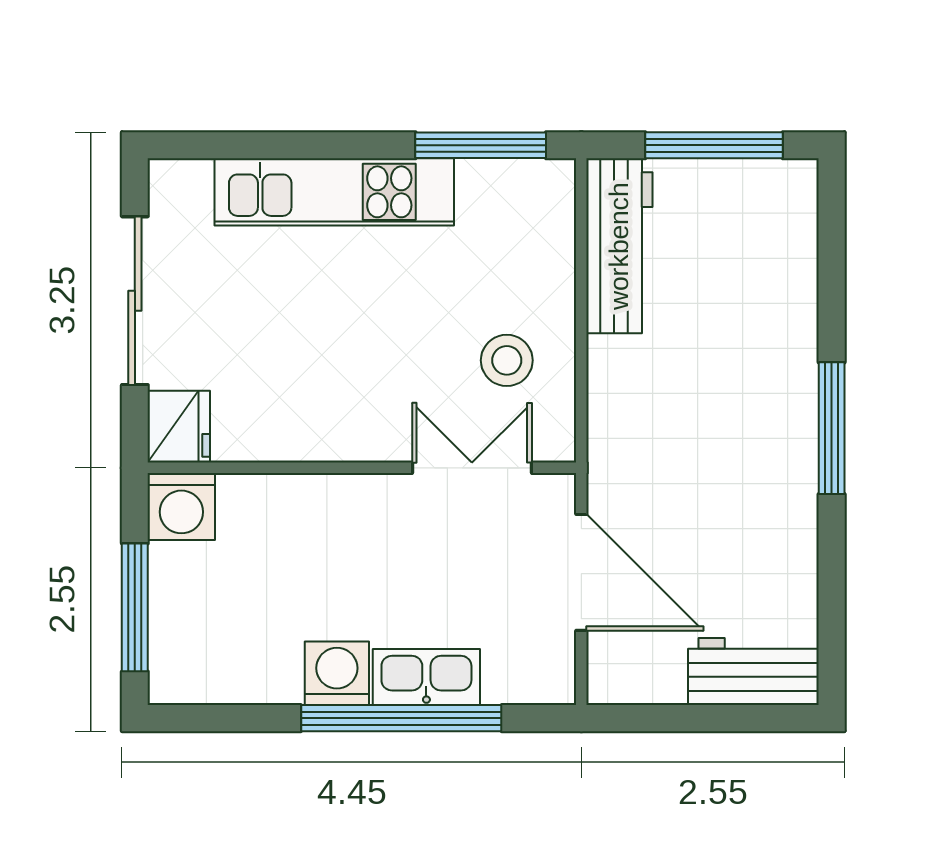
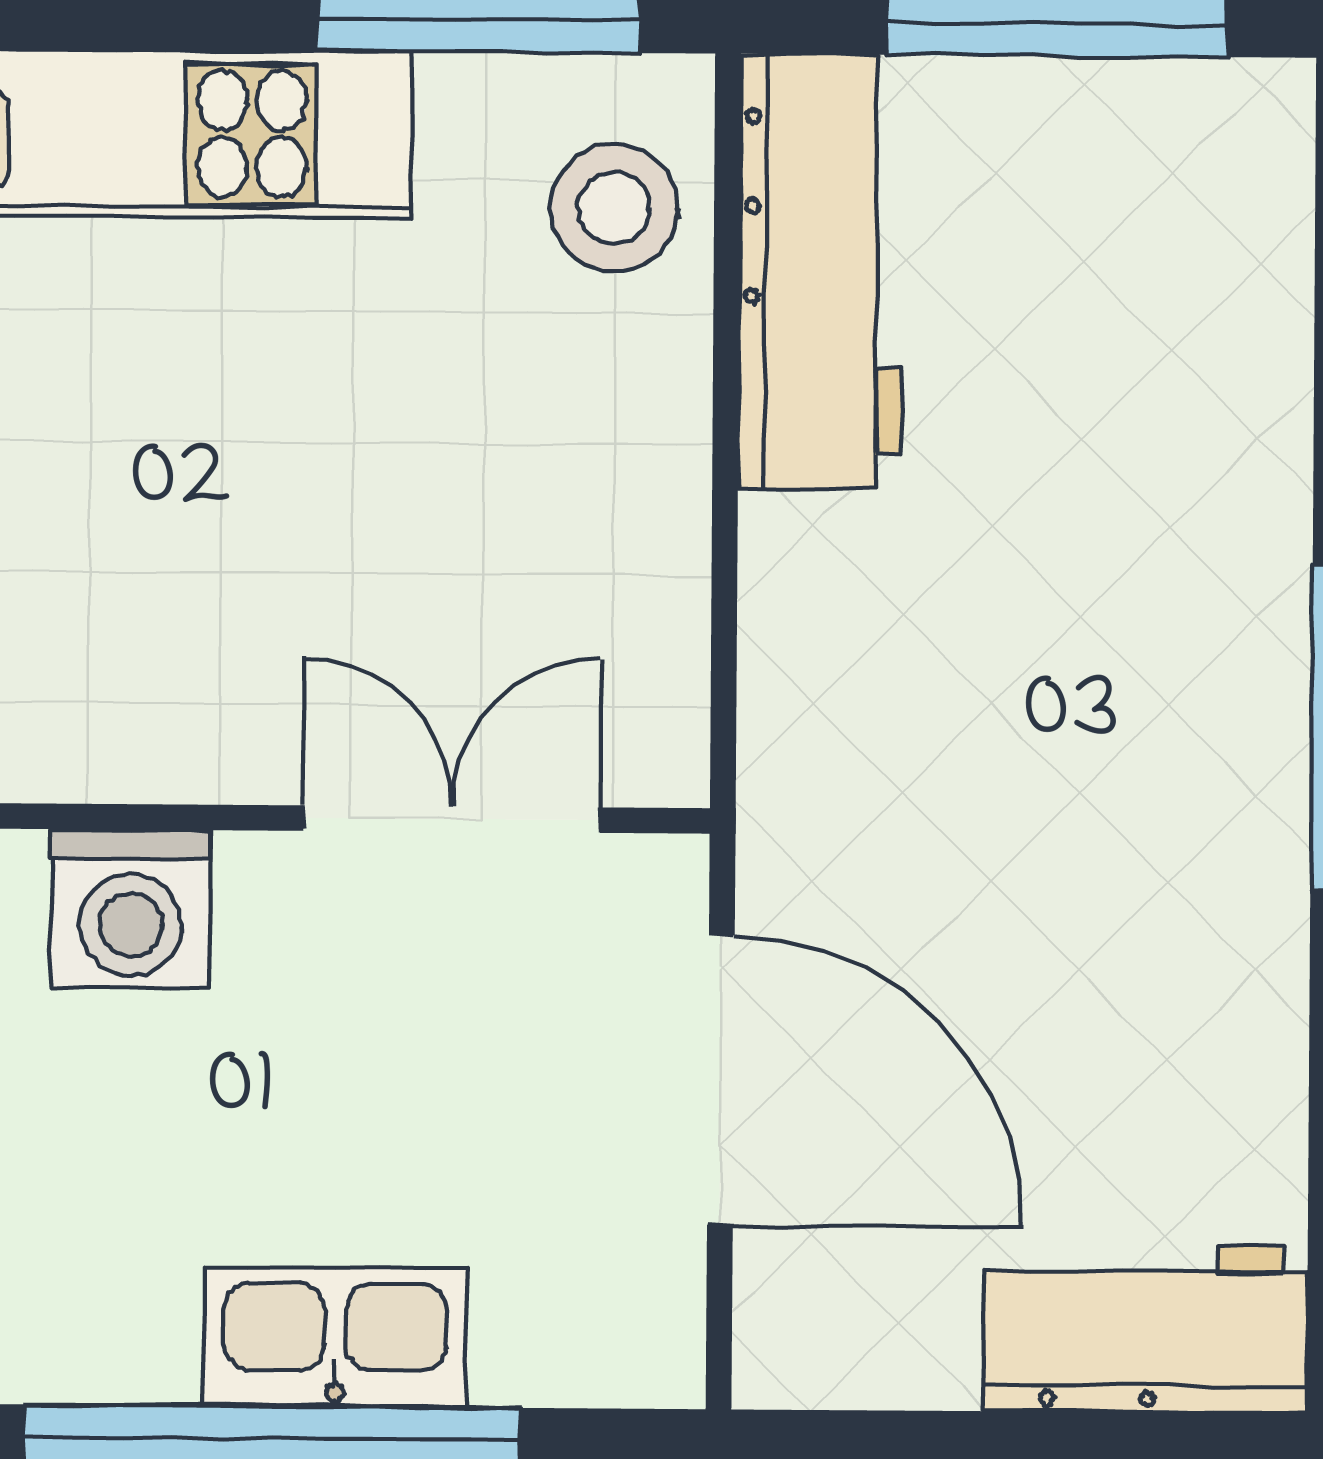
stool: (507, 360) -> (614, 208), moved
washing machine: (337, 673) -> (131, 909), moved, turned 180

